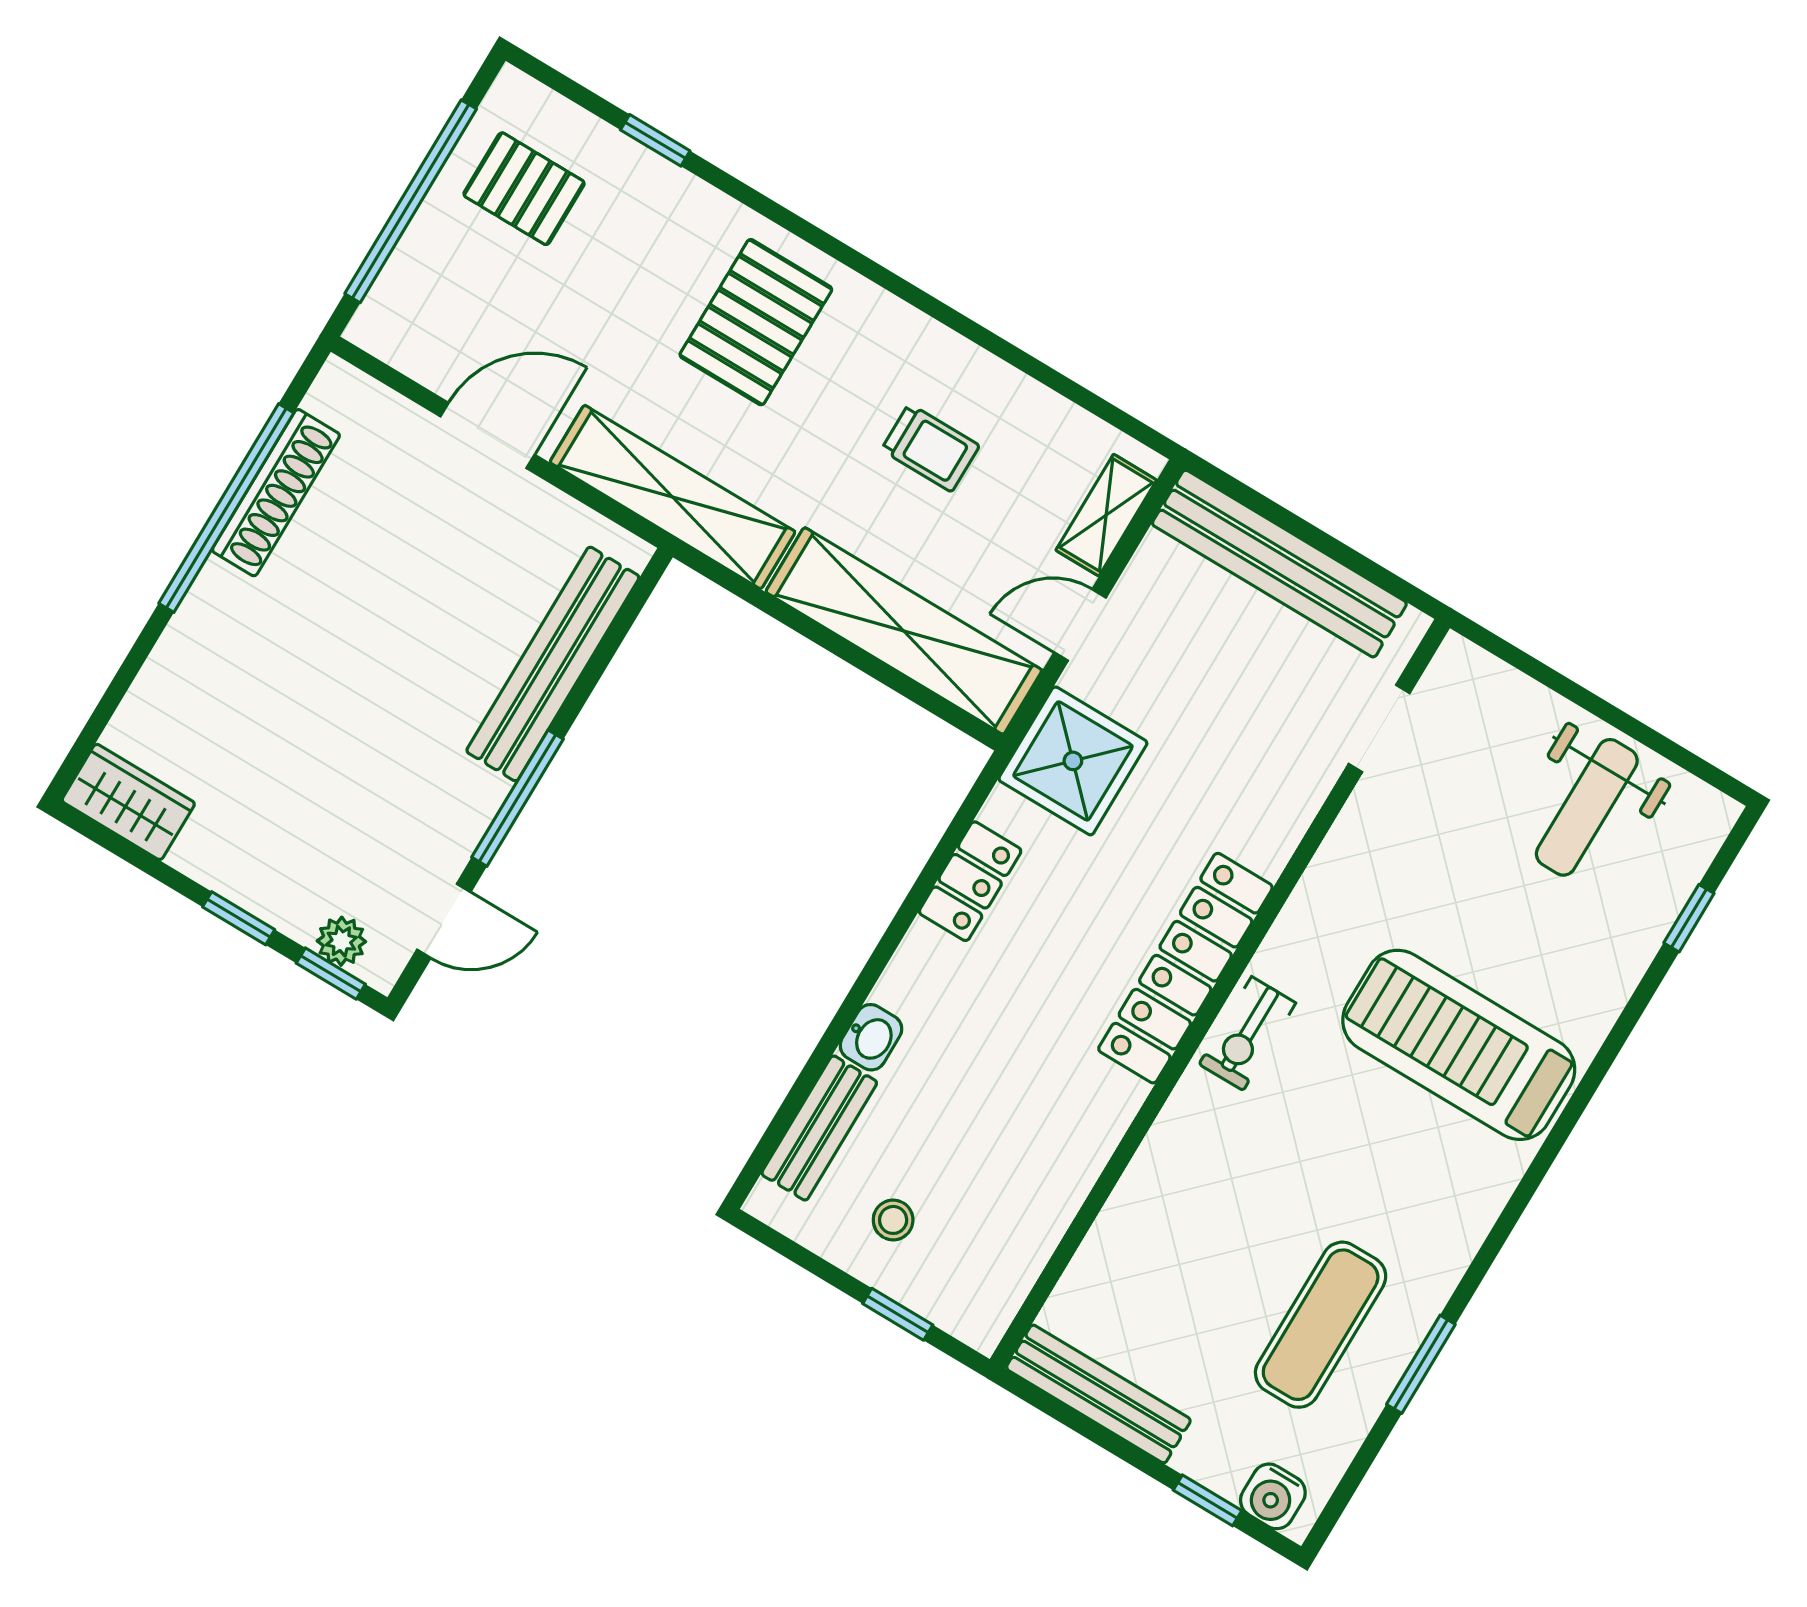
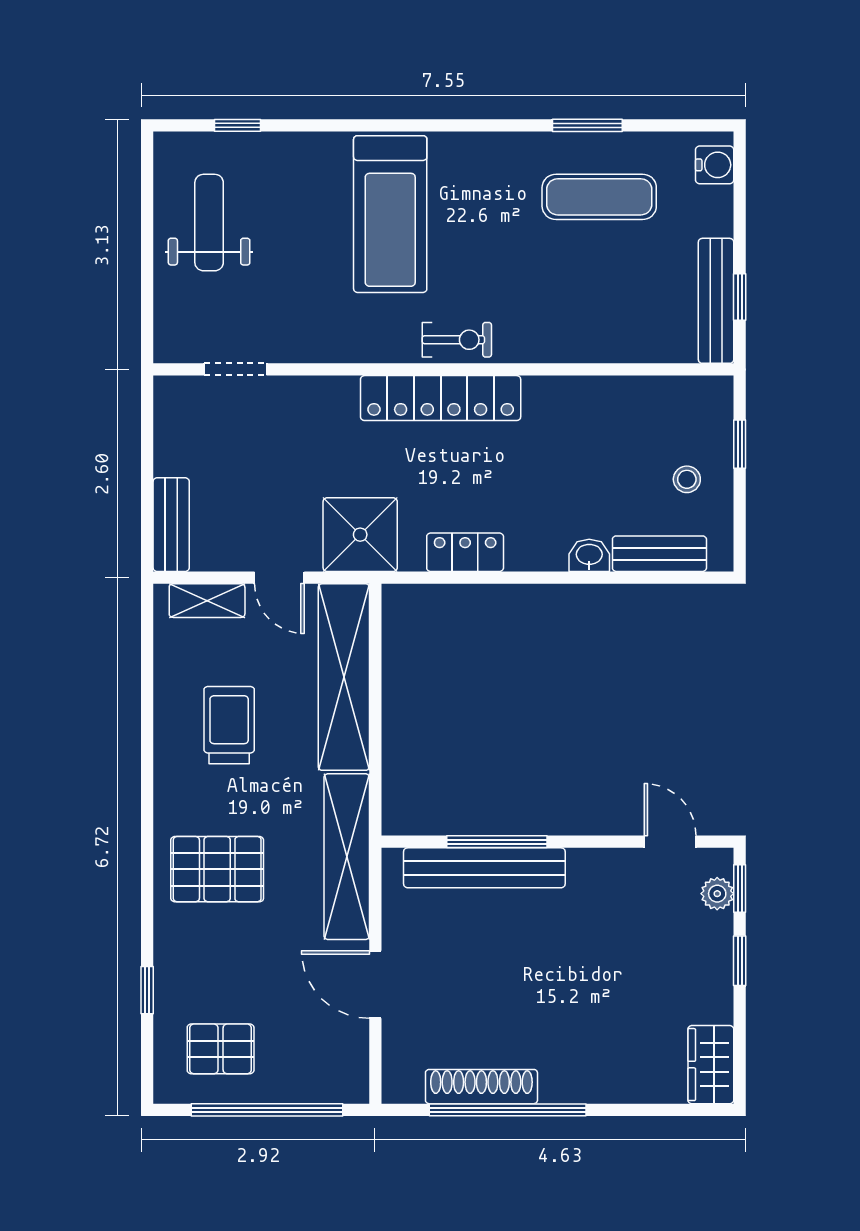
pallet: (524, 189) -> (221, 1049), turned 90
trolley: (930, 448) -> (229, 725), width x1.36, depth x1.39
bench: (1279, 564) -> (171, 525), width x0.54, depth x0.82
window: (517, 798) -> (497, 842), moved
weight bench: (1587, 807) -> (209, 223), turned -90
window: (1207, 1500) -> (740, 297), moved

